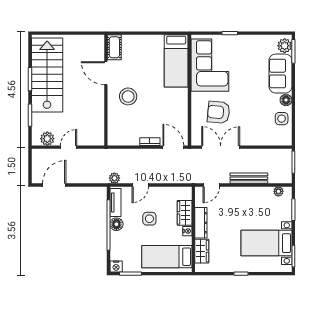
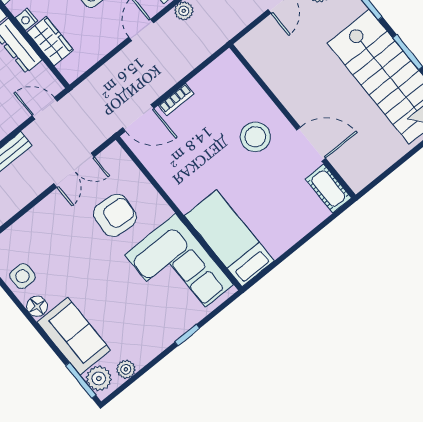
plant: (269, 40) -> (126, 369), added
double door: (221, 147) -> (74, 170), width x0.73
door: (211, 185) -> (45, 108), hinge flipped

